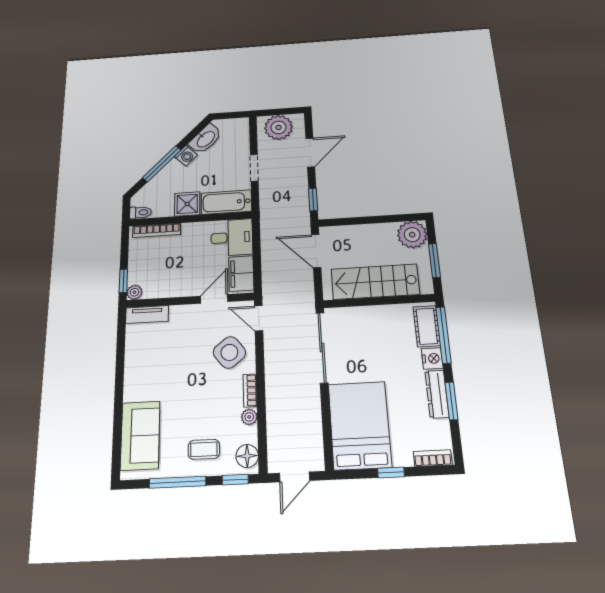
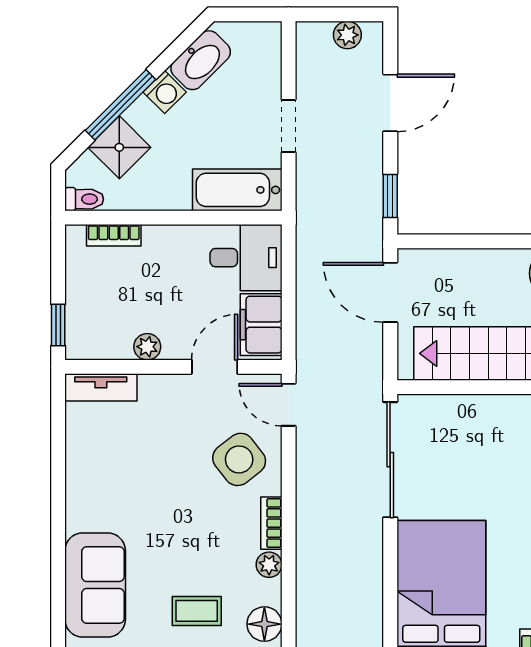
plant: (279, 127) -> (347, 35), width x0.53, depth x0.53
shower: (187, 204) -> (119, 147), moved, turned 45
bookcase: (157, 230) -> (114, 235), width x0.64
plant: (134, 292) -> (147, 347), moved

